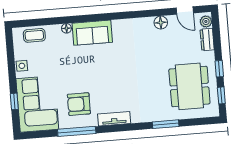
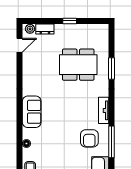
floor lamp: (161, 23) -> (28, 66), removed
sofa: (92, 33) -> (32, 112), moved
dining table: (189, 86) -> (78, 65), moved
window: (221, 95) -> (92, 21), removed

